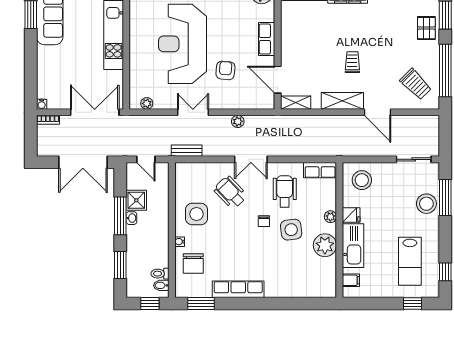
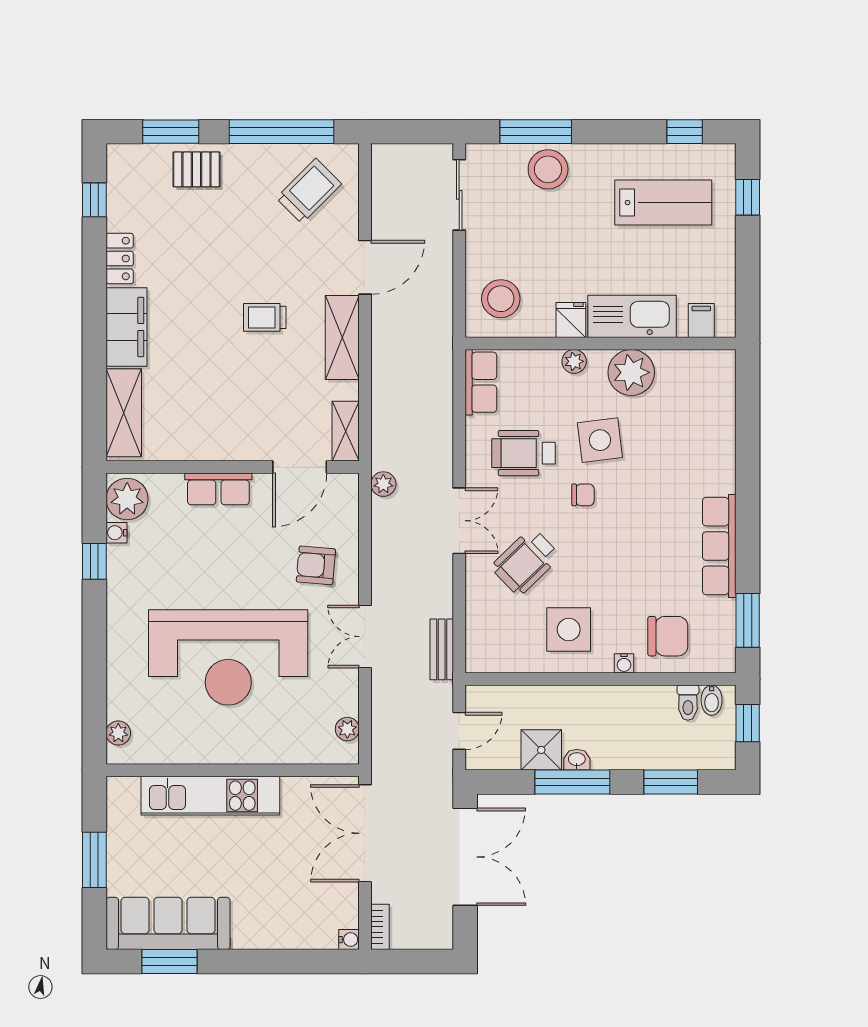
armchair: (225, 70) -> (316, 565), moved
plant: (238, 121) -> (383, 484), moved

